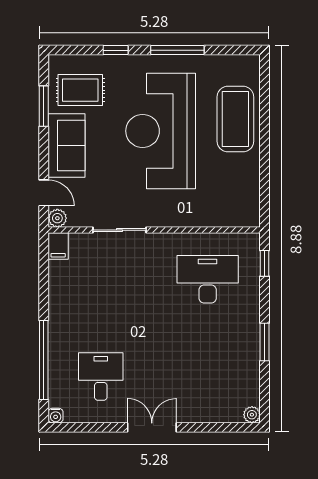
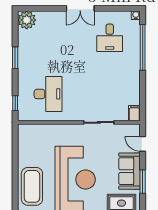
window: (44, 106) -> (143, 182), moved
plant: (57, 218) -> (135, 129), removed
desk: (208, 279) -> (48, 94), turned -90
plant: (252, 415) -> (27, 20), width x1.88, depth x1.88

